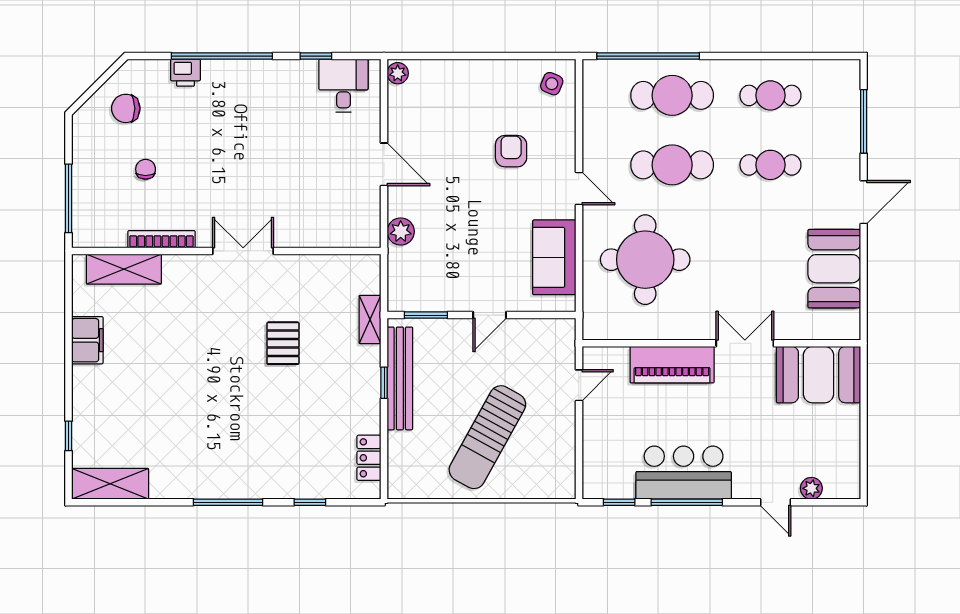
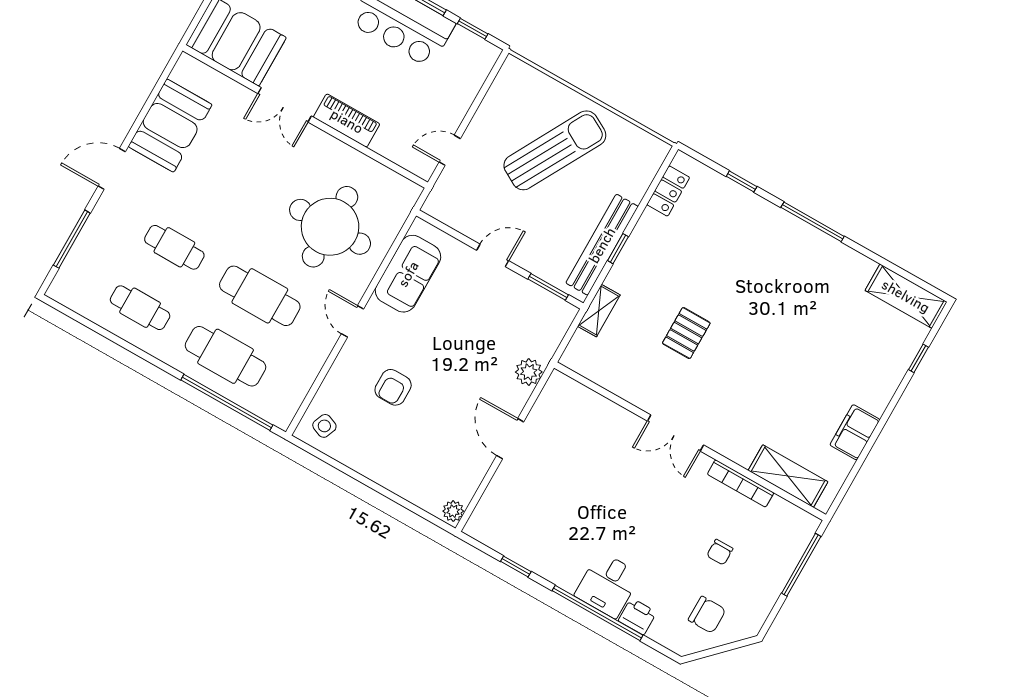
desk: (343, 86) -> (608, 585), moved
piano: (672, 365) -> (347, 121), width x0.73, depth x0.75

